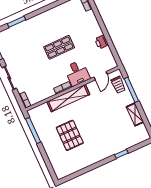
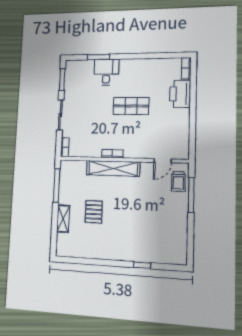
printer: (102, 42) -> (180, 94), moved, width x1.87, depth x1.48
desk: (77, 73) -> (106, 72), moved, turned 180
shelving: (135, 114) -> (63, 219), moved
pallet: (70, 135) -> (94, 212), width x0.67, depth x0.71

